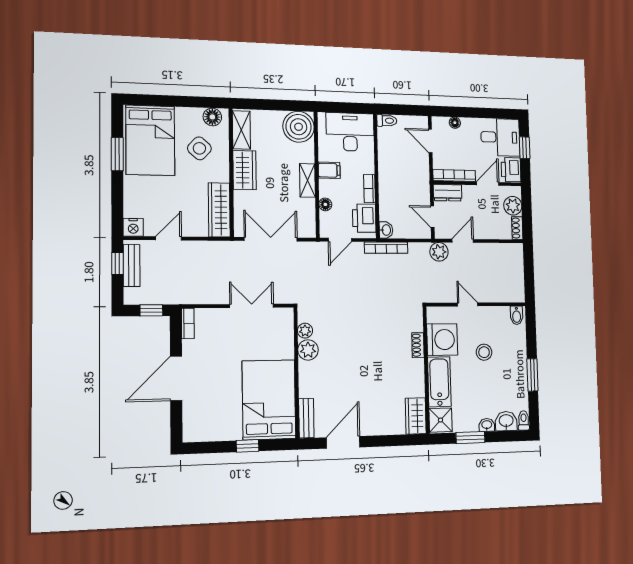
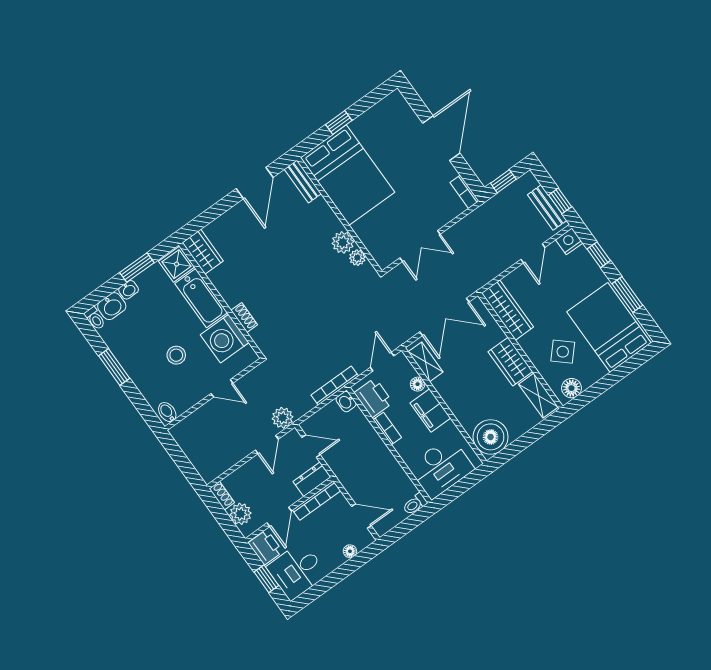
filing cabinet: (329, 170) -> (430, 410), width x2.00
shelving: (307, 180) -> (426, 362), moved
window: (117, 200) -> (599, 255), added

